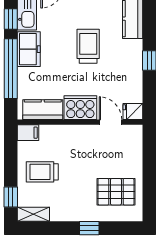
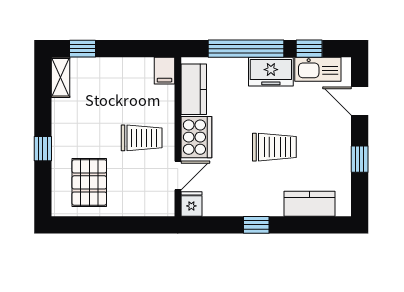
trolley: (42, 172) -> (142, 138), moved, turned 90

